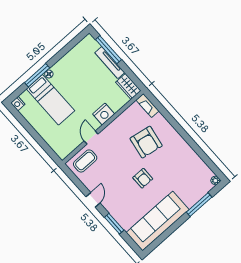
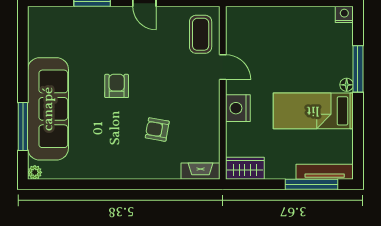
tv unit: (110, 63) -> (325, 172), moved
bed: (50, 100) -> (313, 111), moved
armchair: (146, 142) -> (157, 130), width x0.53, depth x0.53
armchair: (143, 178) -> (117, 86), turned 90
sofa: (158, 221) -> (48, 109), moved

